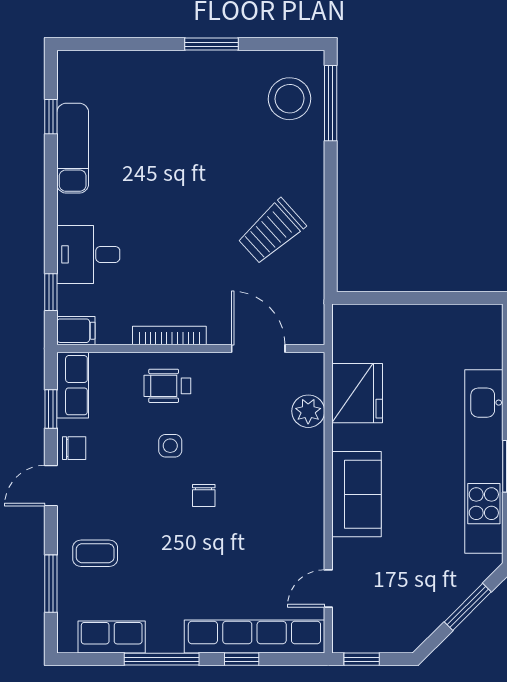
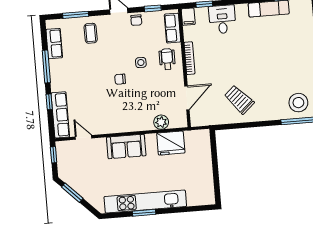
row of seats: (73, 385) -> (173, 28), moved, turned 90
window: (468, 607) -> (72, 193), moved
row of seats: (254, 636) -> (60, 115), width x0.73

